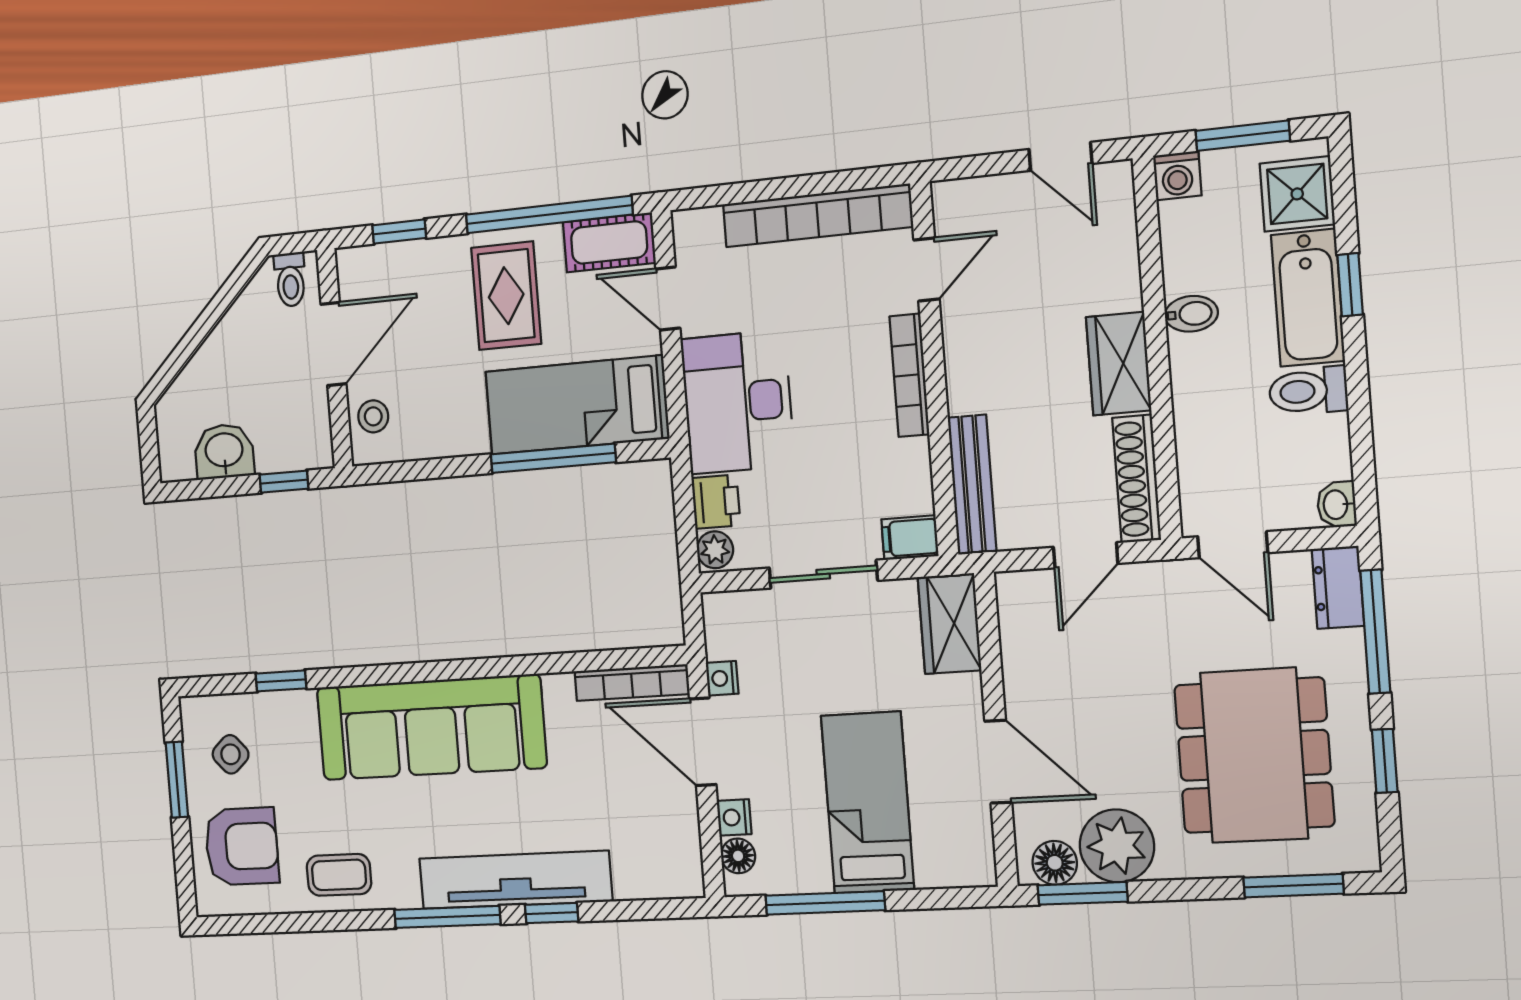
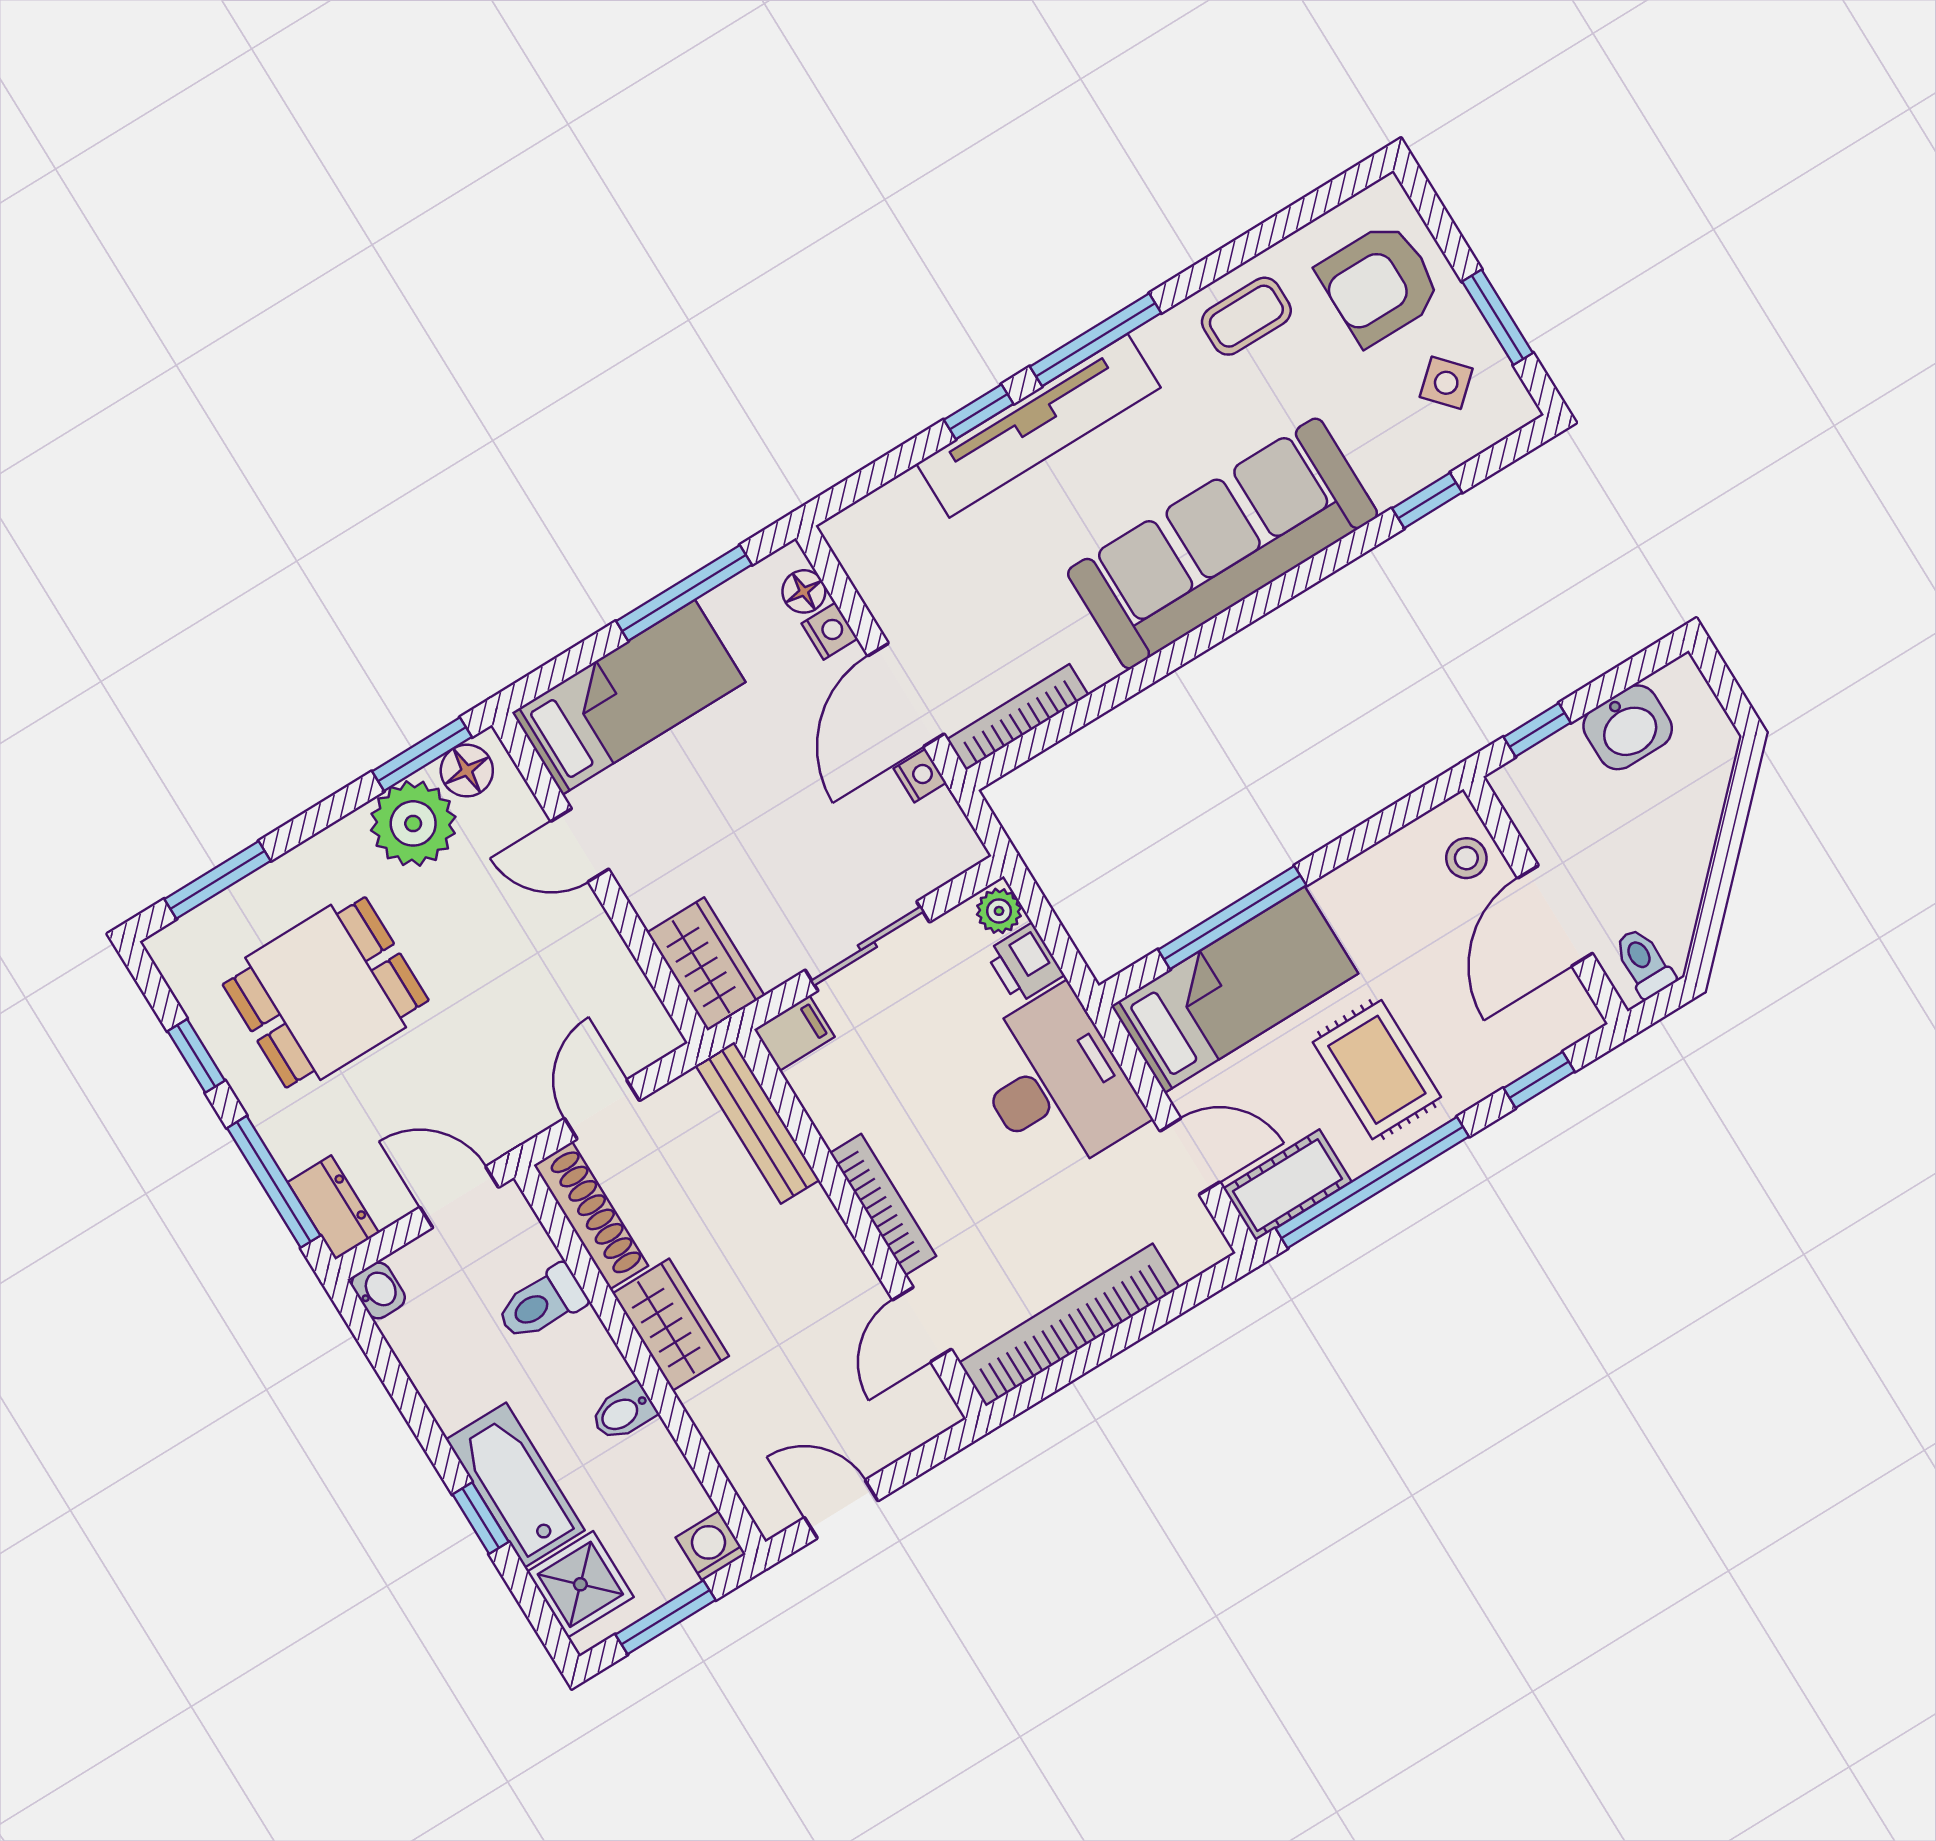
toilet: (1308, 391) -> (542, 1303), moved, turned 180
door: (703, 742) -> (906, 695), swing flipped
dining table: (1254, 755) -> (326, 992), width x0.73
door: (998, 762) -> (580, 845), width x0.73
bed: (868, 803) -> (629, 697), moved, turned -90

